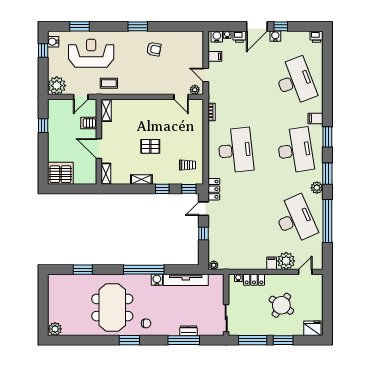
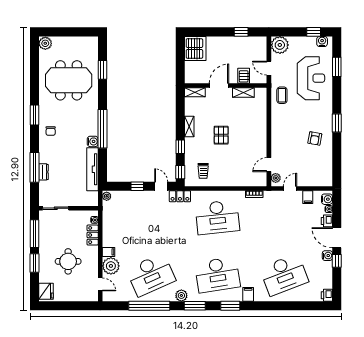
shelving: (106, 110) -> (243, 93), moved
round table: (281, 305) -> (68, 261), turned -33
meeting table: (112, 308) -> (69, 80), moved

